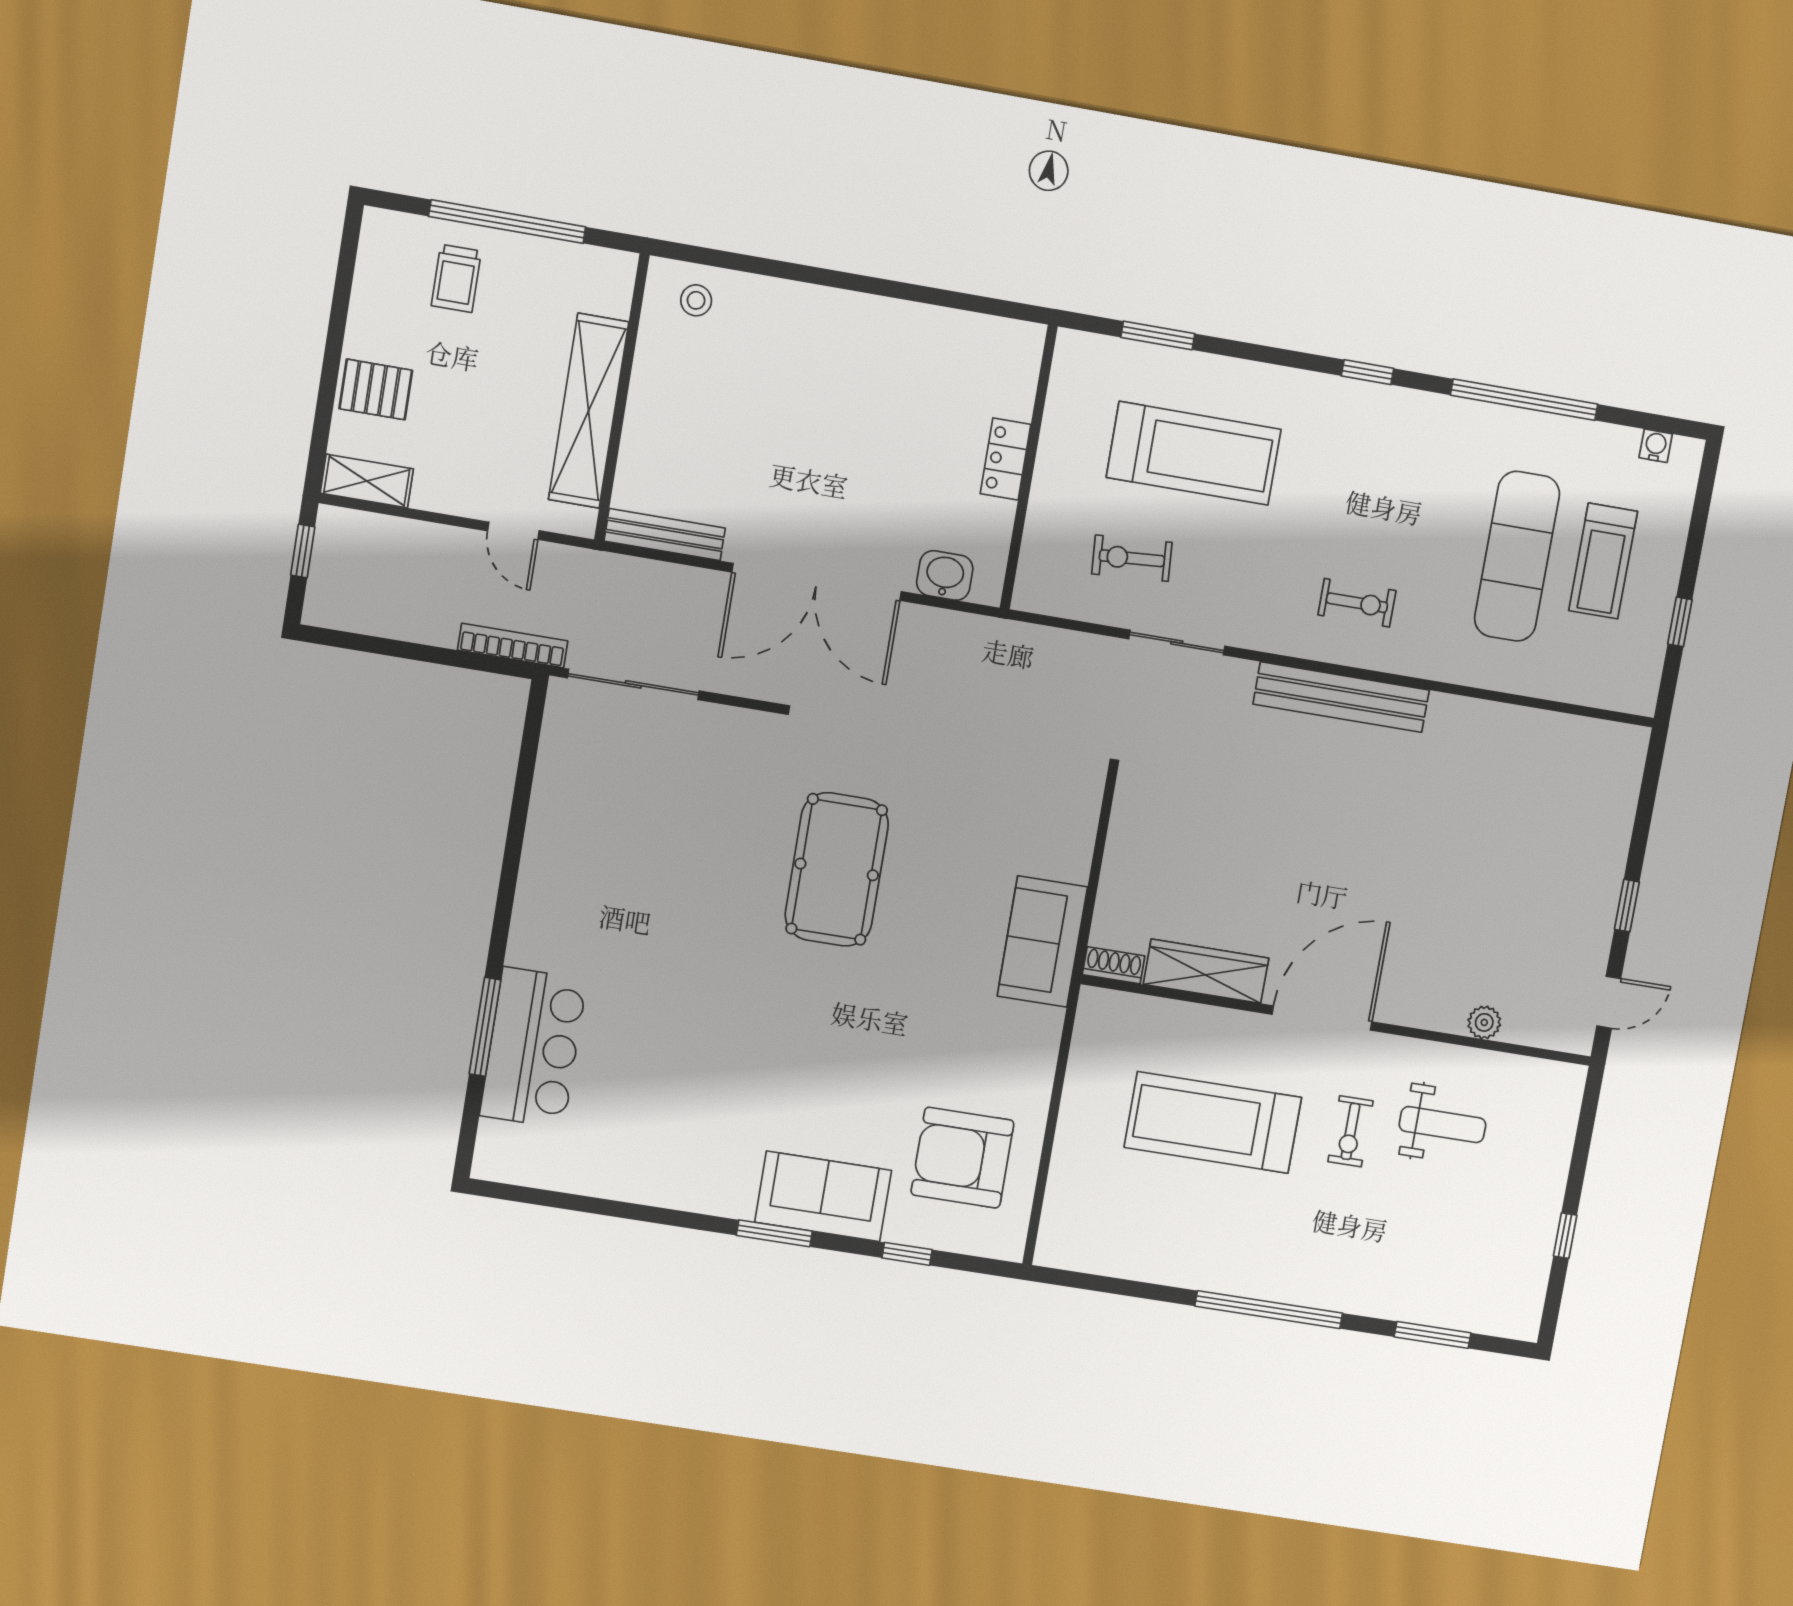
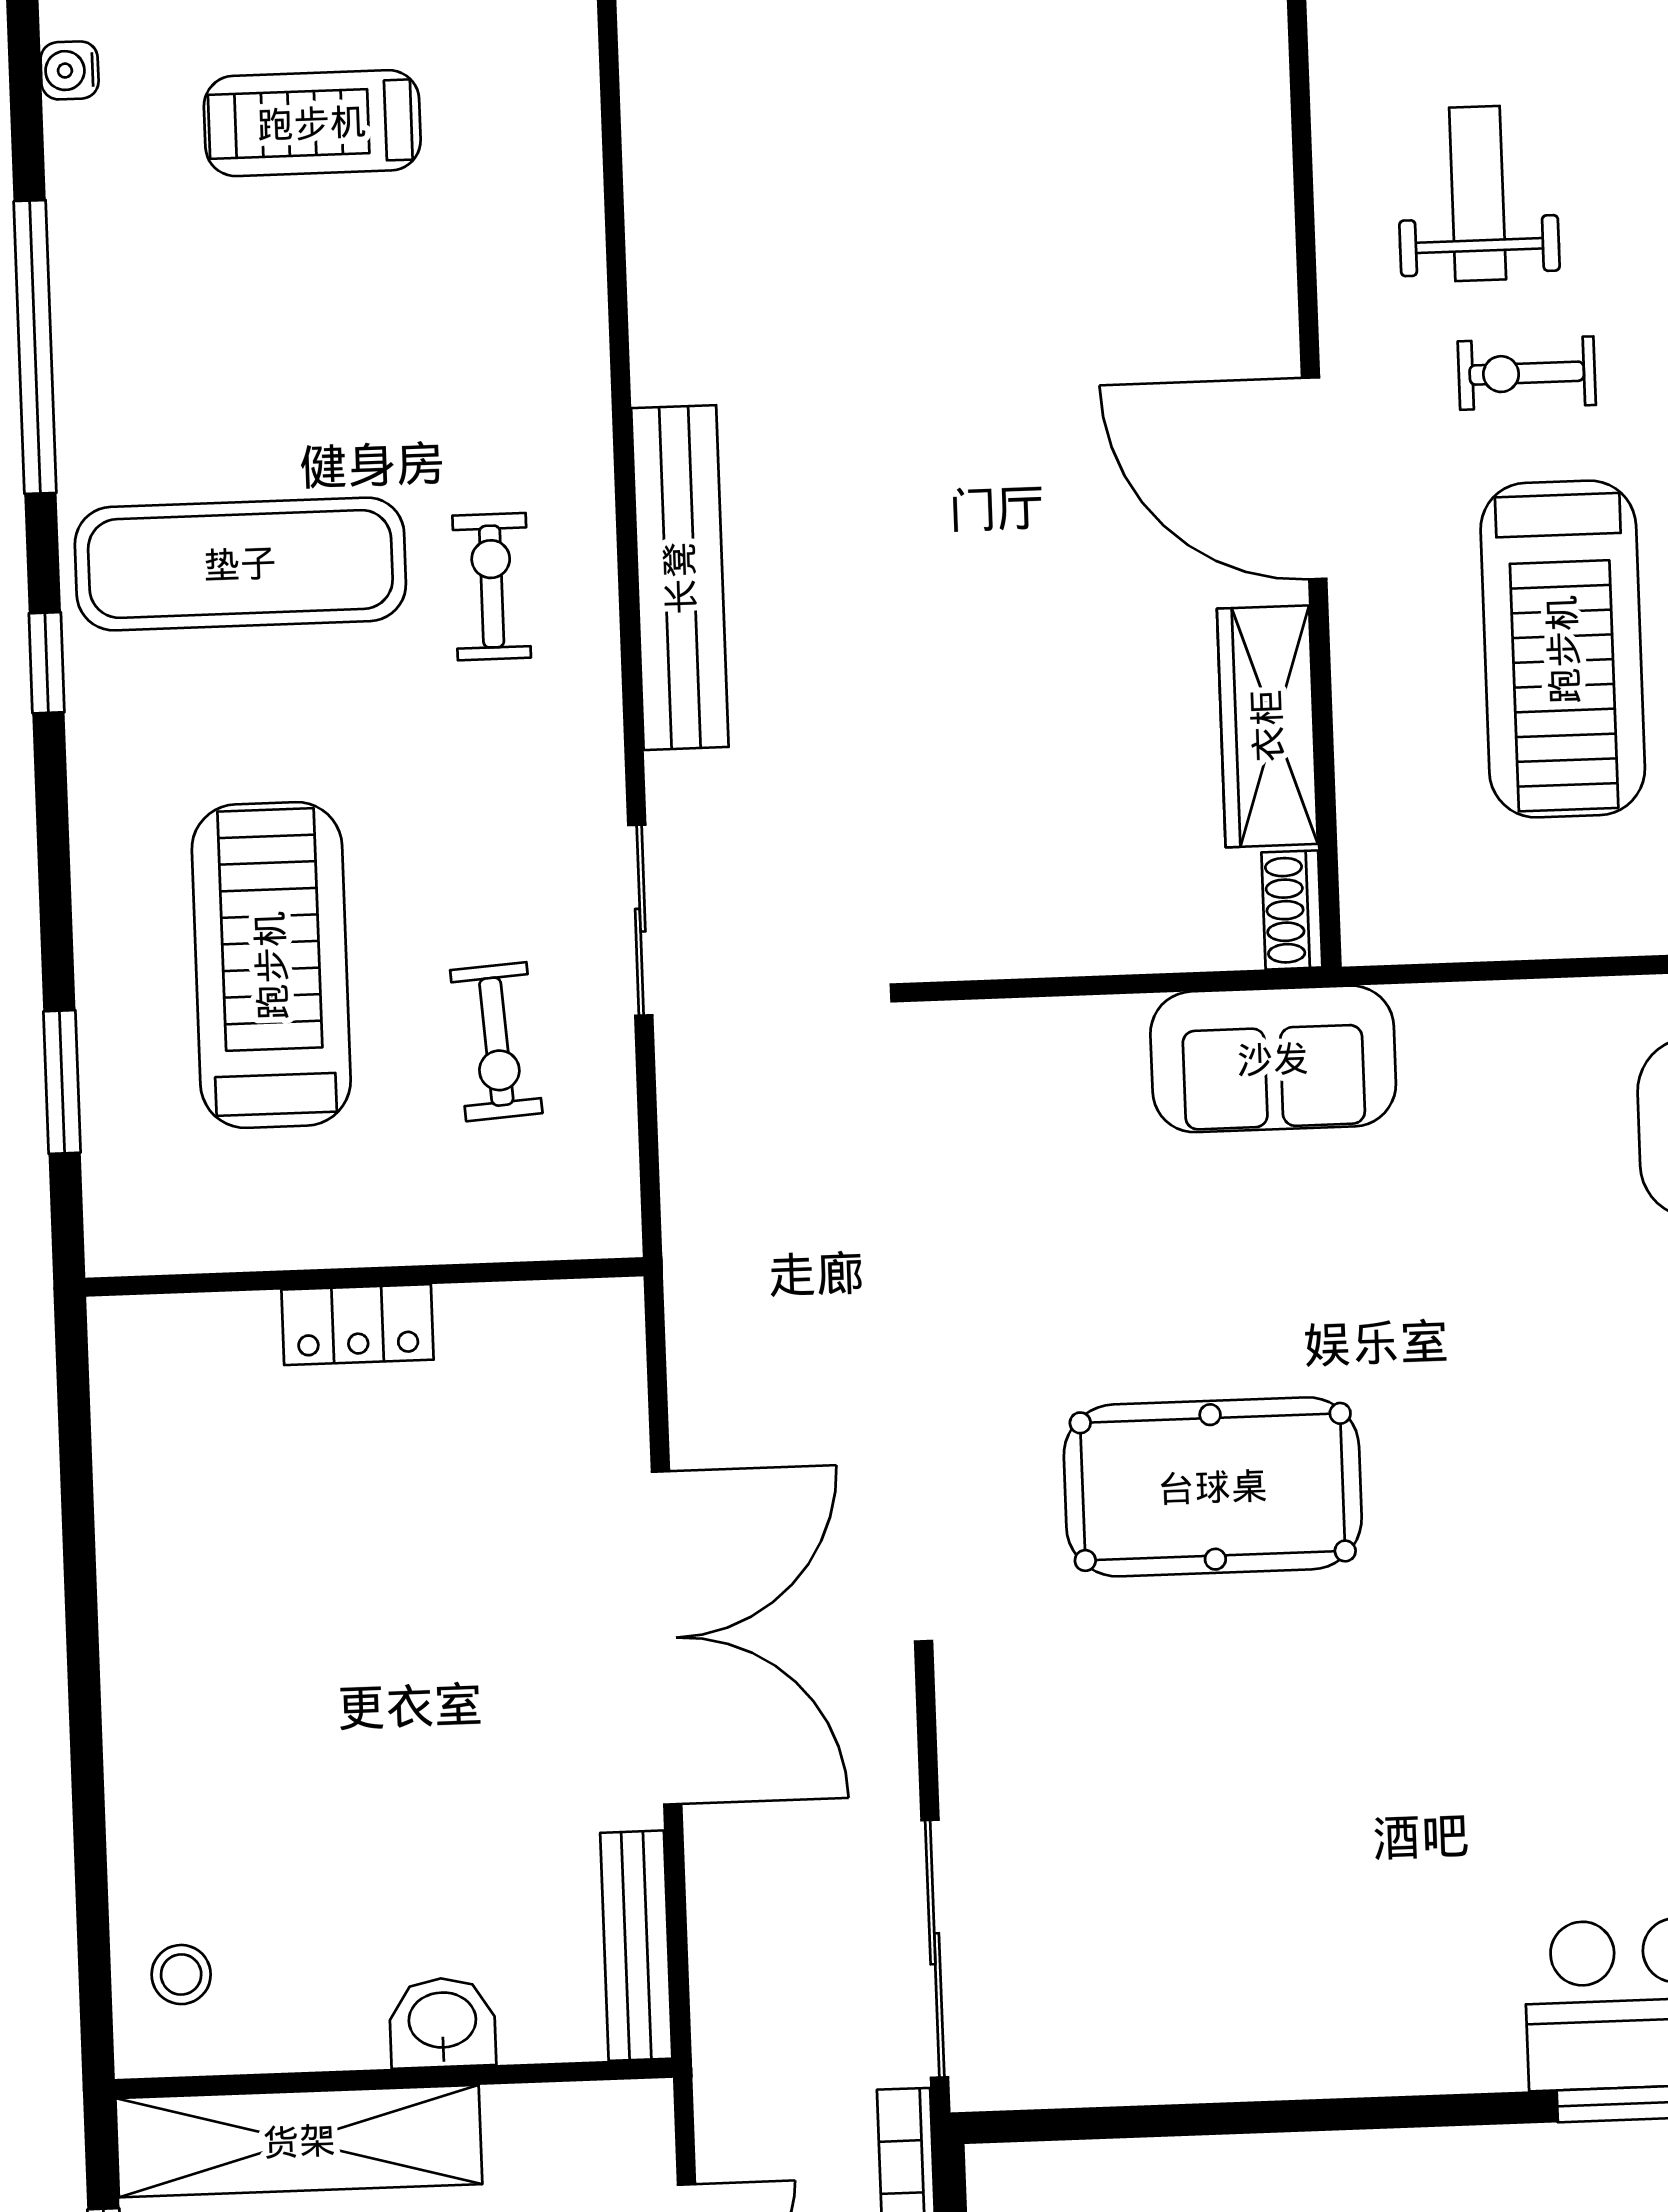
shelving: (589, 411) -> (299, 2141), moved
exercise mat: (1517, 556) -> (240, 564), moved
treadmill: (1603, 561) -> (312, 123), turned 180
washbasin: (945, 575) -> (442, 2023), moved, turned 90
plant: (1484, 1022) -> (1259, 155), removed
exercise bike: (1351, 1131) -> (1527, 373), turned 180

